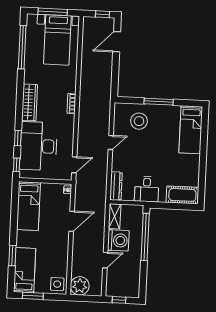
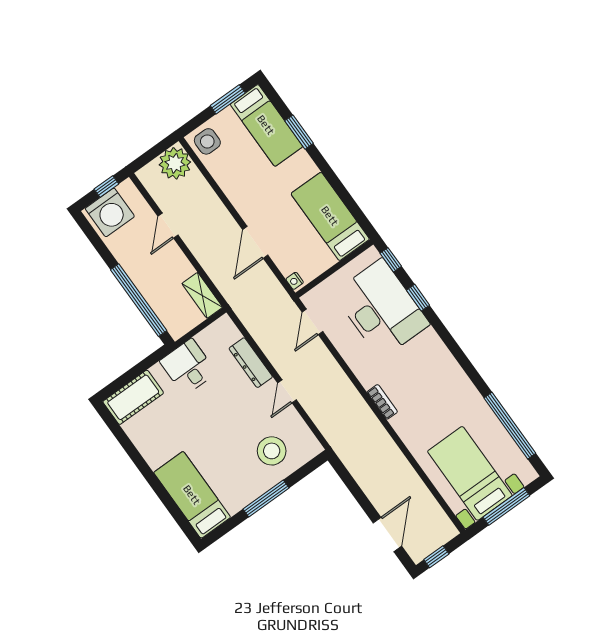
wardrobe: (30, 102) -> (440, 359), removed
dresser: (116, 186) -> (251, 363), moved
washing machine: (118, 240) -> (110, 212), moved, turned -90

